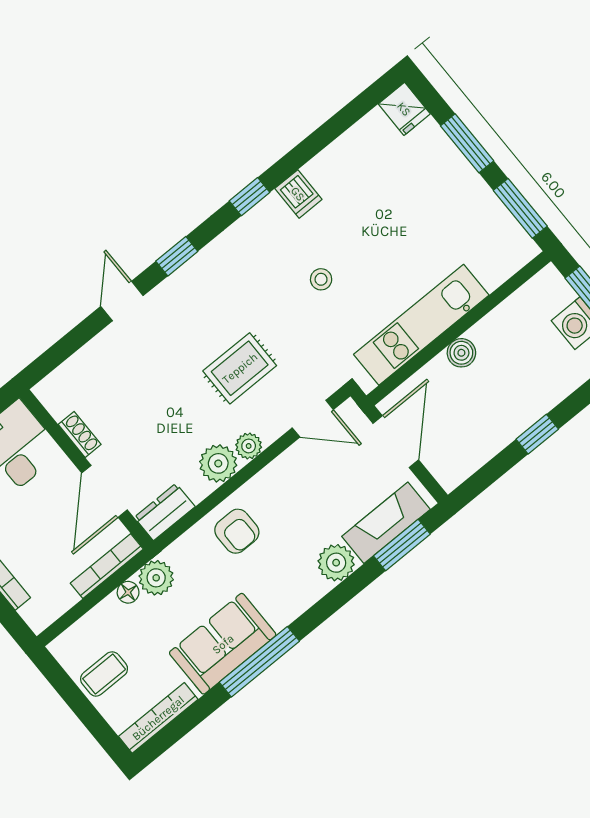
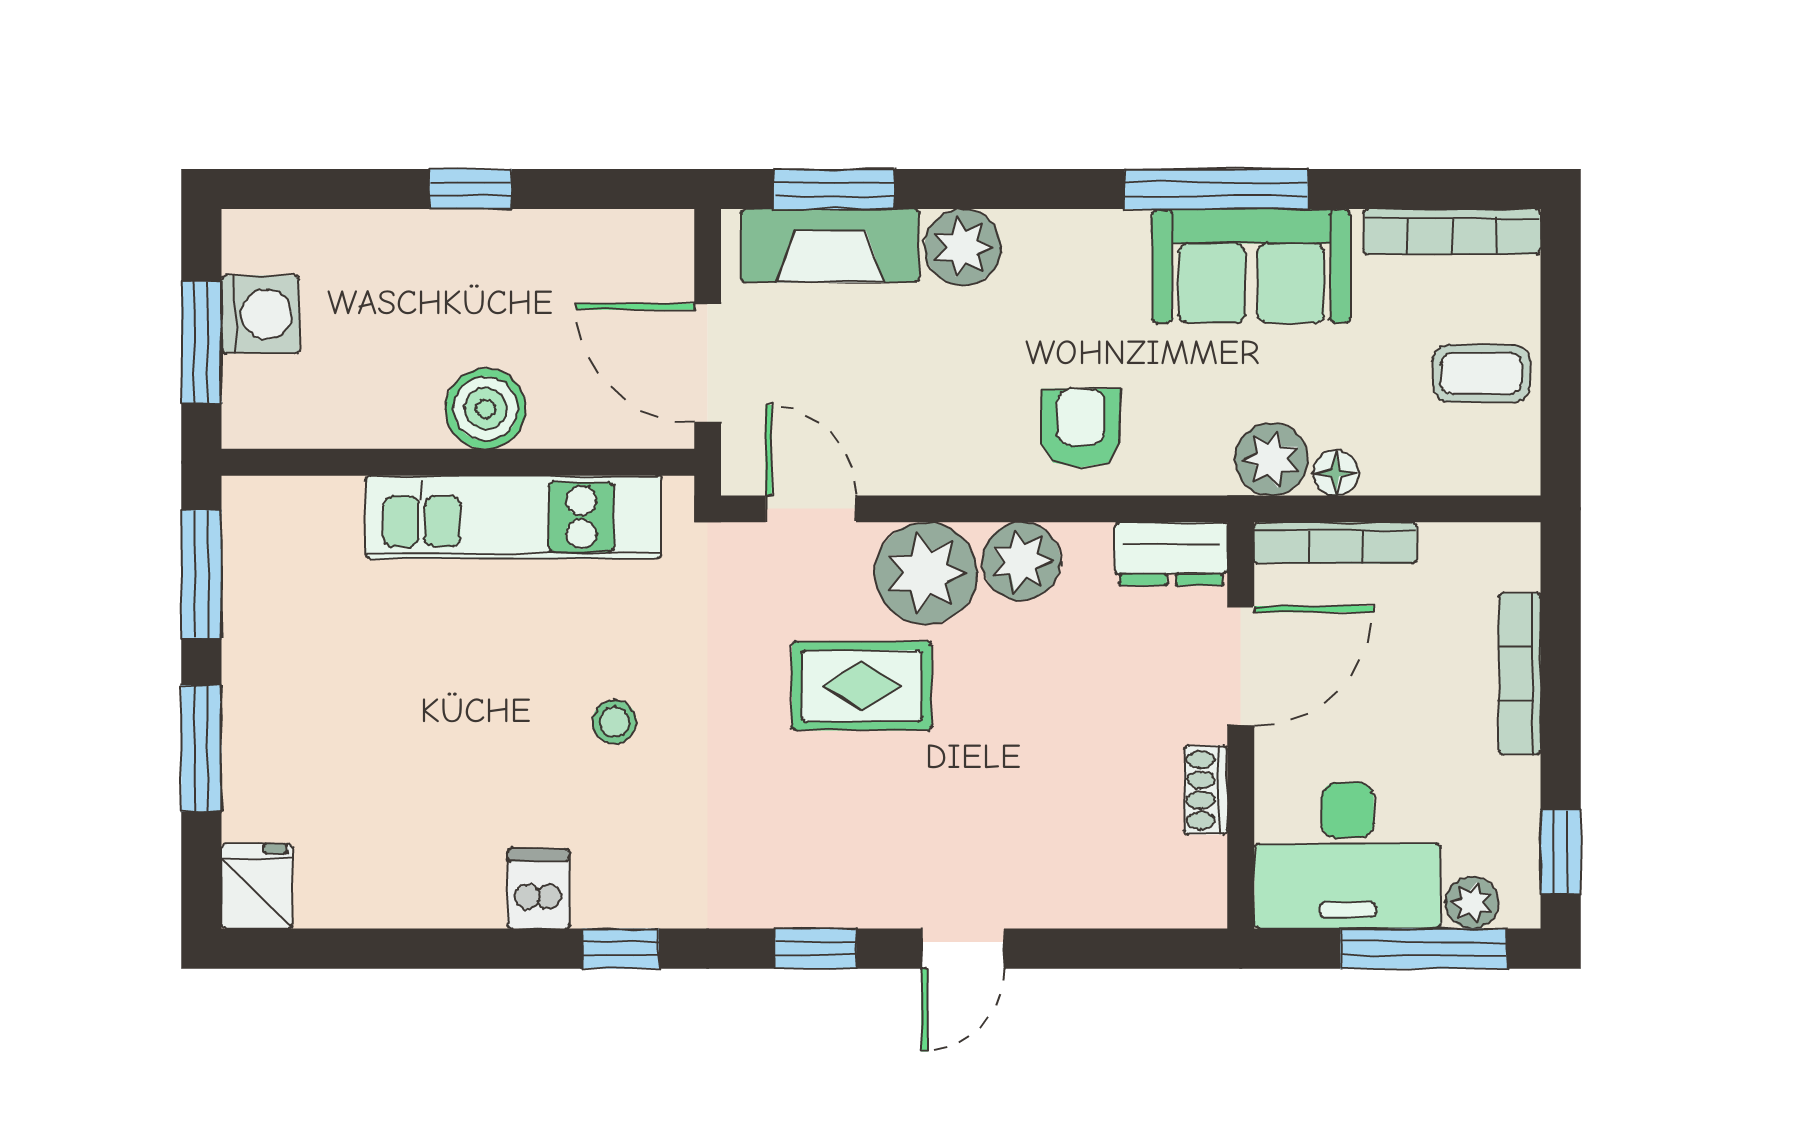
boiler: (461, 353) -> (486, 409), width x1.36, depth x1.36
door: (396, 442) -> (708, 363), hinge flipped
plant: (249, 446) -> (926, 573), width x1.87, depth x1.87

